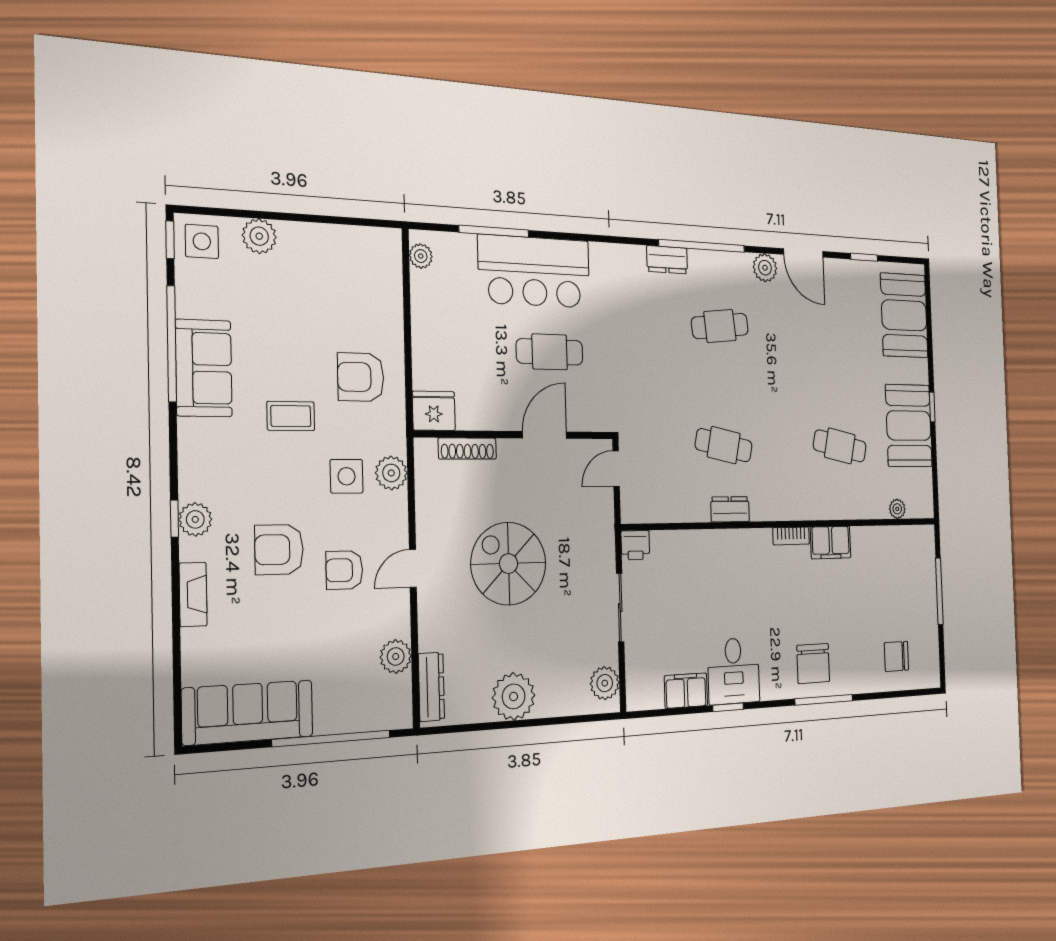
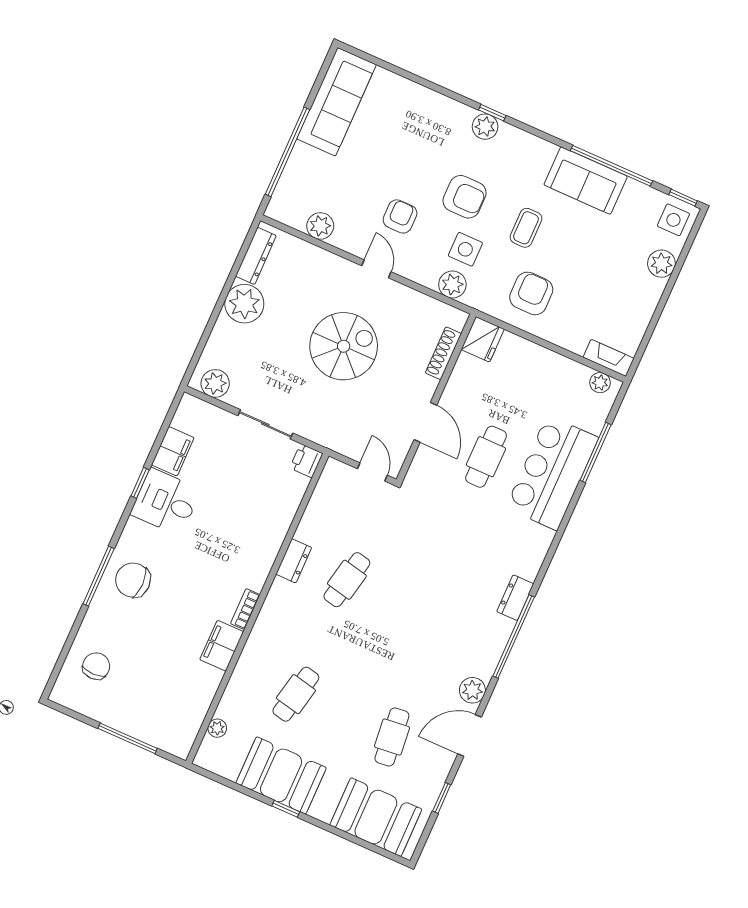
cafe table: (720, 326) -> (392, 737), moved
armchair: (279, 550) -> (465, 197), moved, turned 90
fireplace: (193, 595) -> (609, 358), moved, turned 180
dresser: (431, 687) -> (256, 256), moved, turned -90

